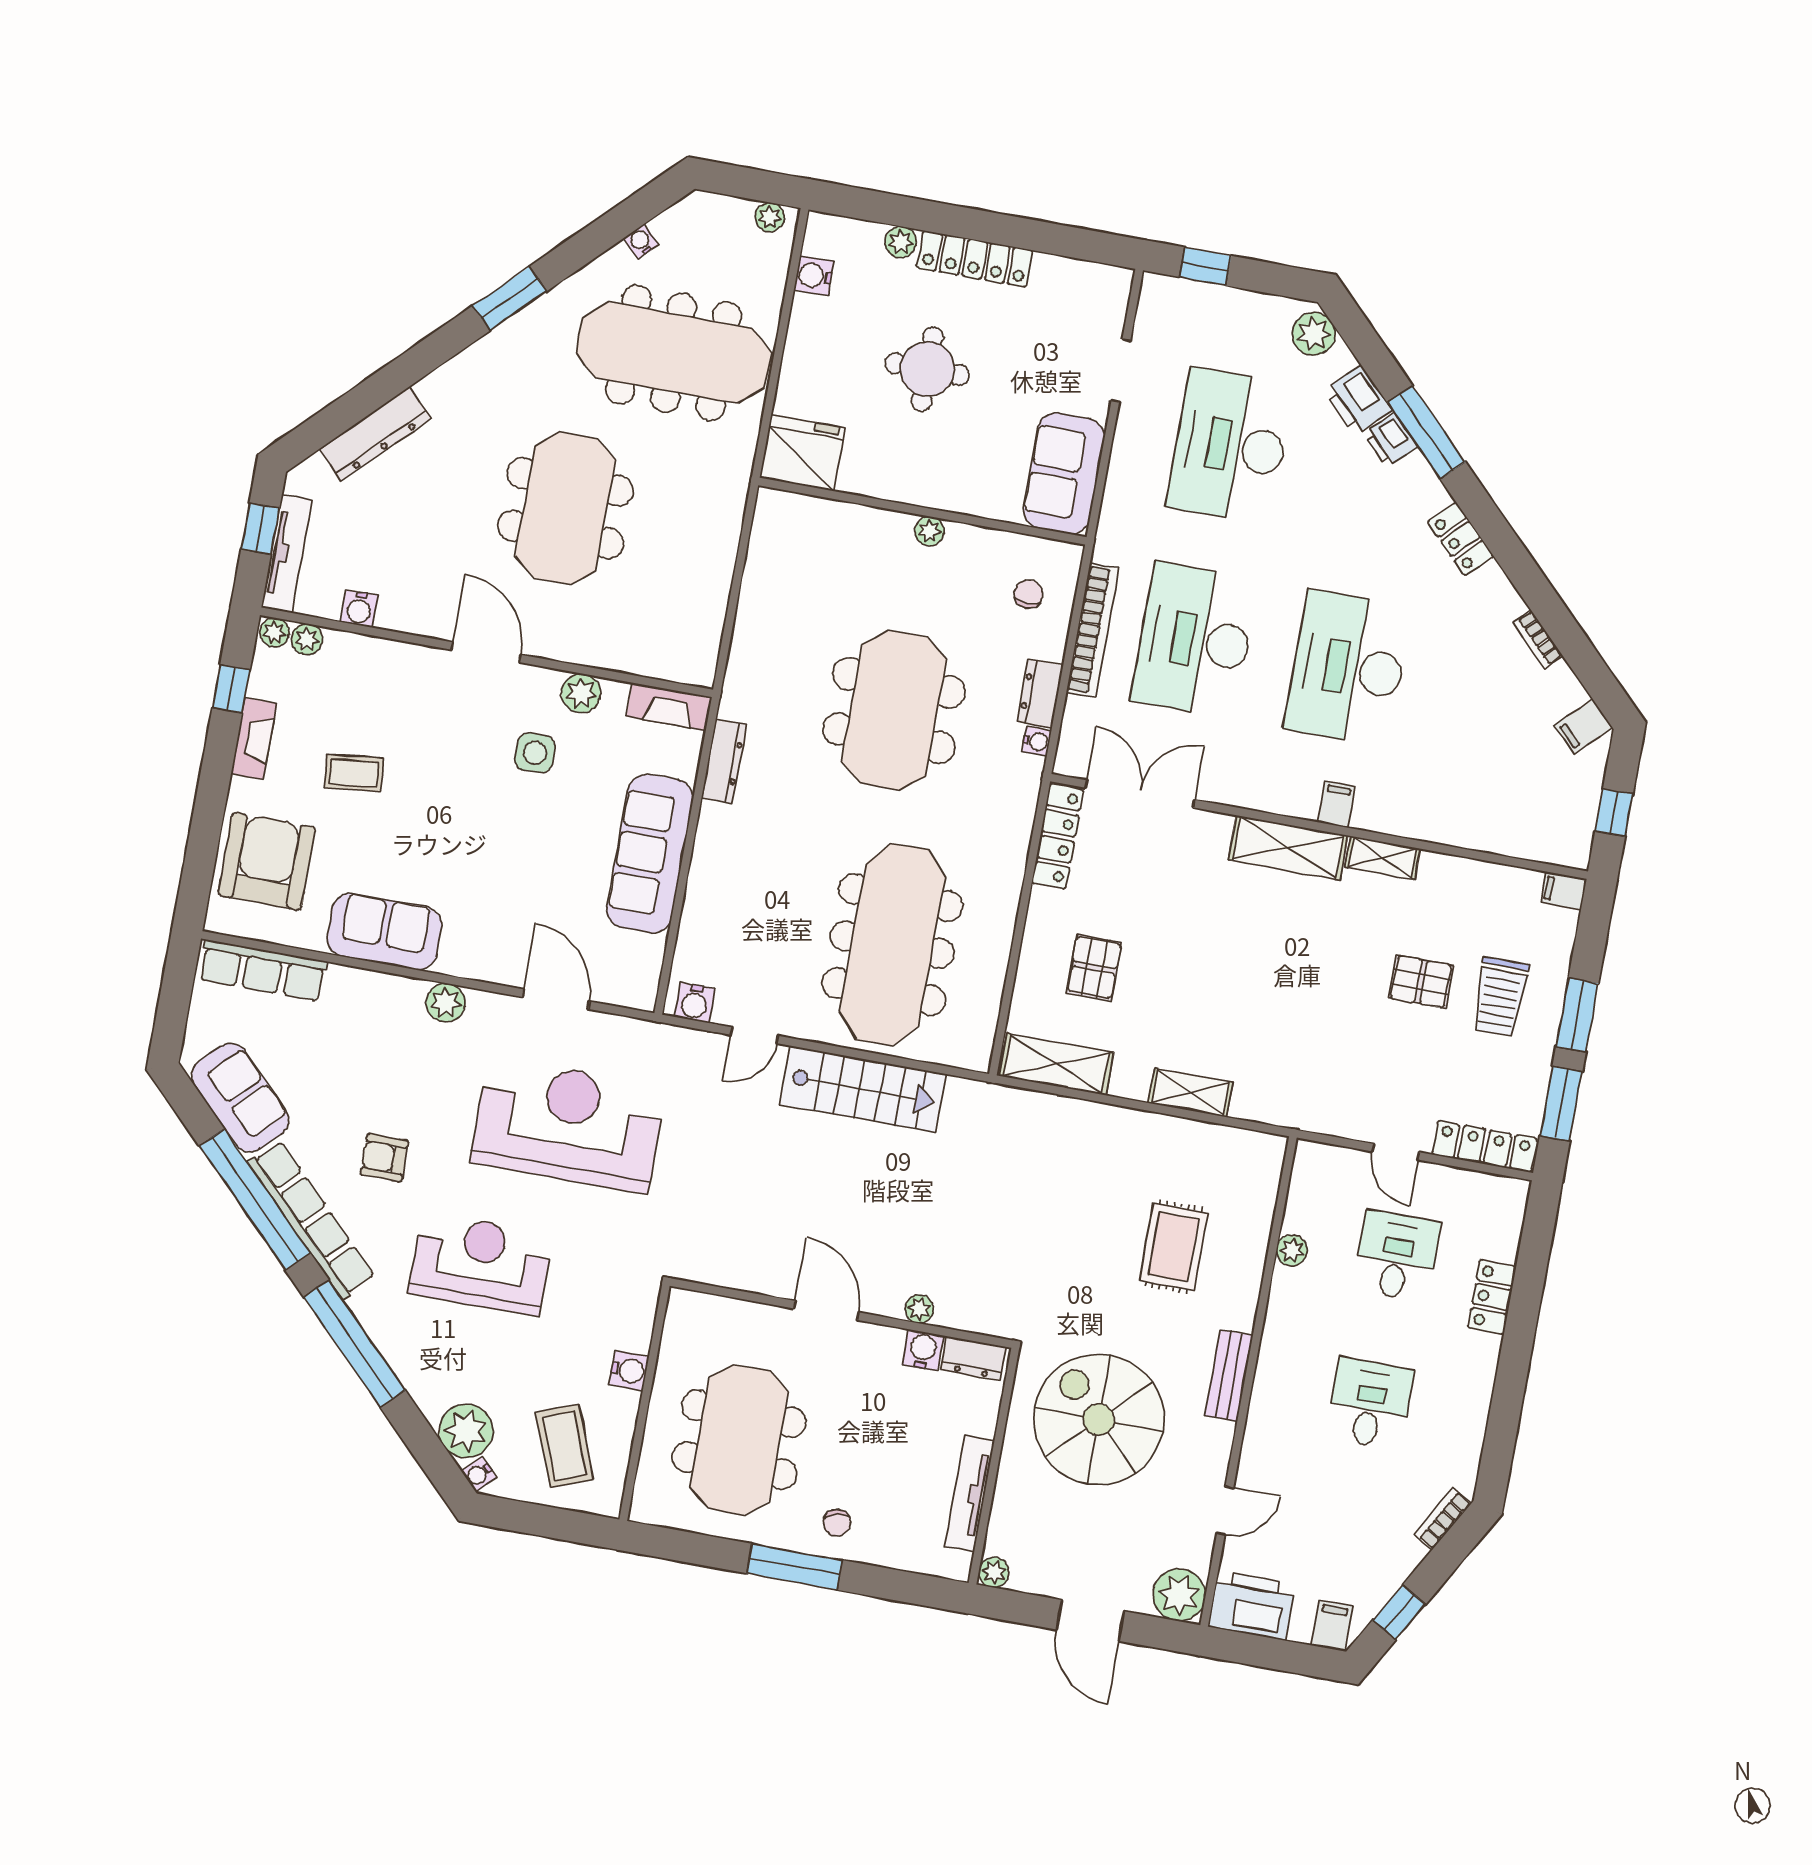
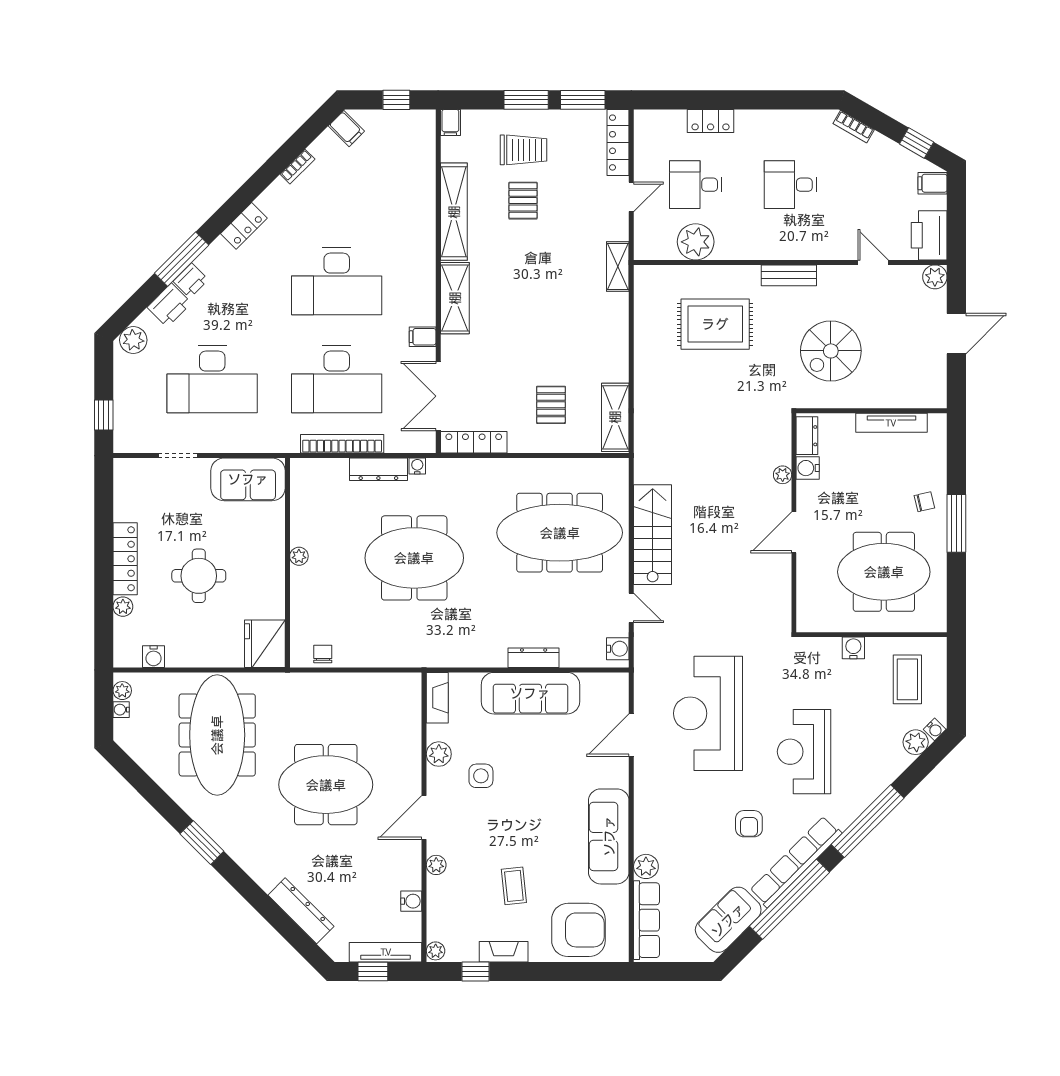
water cooler: (641, 241) -> (121, 710), moved, turned 45
chair: (1028, 594) -> (323, 654), moved, turned 90
plant: (307, 639) -> (436, 865), moved
dresser: (1040, 693) -> (378, 469), width x1.44
dresser: (724, 761) -> (534, 658), moved
filing cabinet: (1336, 804) -> (423, 337), moved
shelving: (1383, 858) -> (454, 212), width x2.20, depth x1.33
armchair: (267, 861) -> (578, 930), turned 180
sofa: (384, 932) -> (609, 836), width x1.36
pallet: (1094, 967) -> (551, 405), turned 90
plant: (446, 1003) -> (646, 866), moved
shelving: (1190, 1093) -> (618, 266), moved
rug: (1174, 1247) -> (715, 324), width x1.36, depth x1.43
plant: (1292, 1250) -> (696, 242), width x1.88, depth x1.88
spiral stairs: (1099, 1420) -> (831, 351), width x0.73, depth x0.73
plant: (466, 1431) -> (916, 742), width x0.73, depth x0.73
coffee table: (565, 1446) -> (907, 679), turned -69
plant: (994, 1572) -> (937, 399), removed
plant: (1179, 1595) -> (935, 277), width x0.73, depth x0.73

